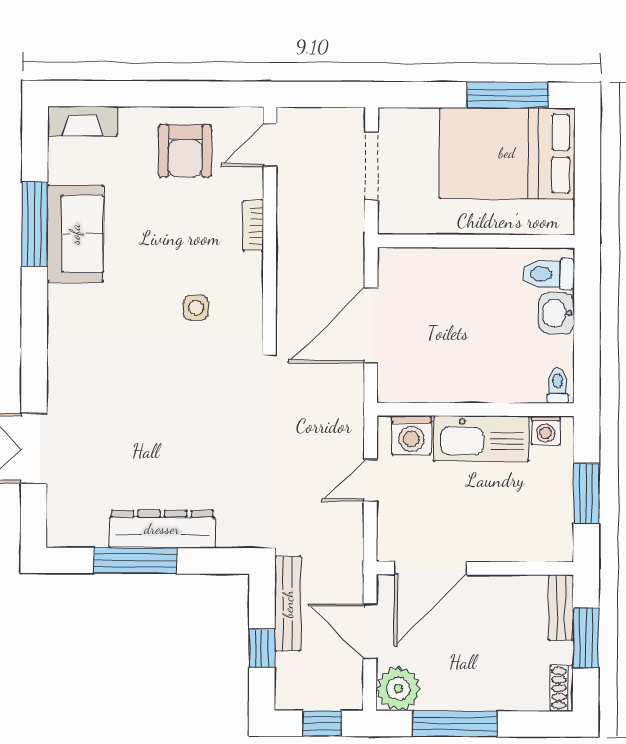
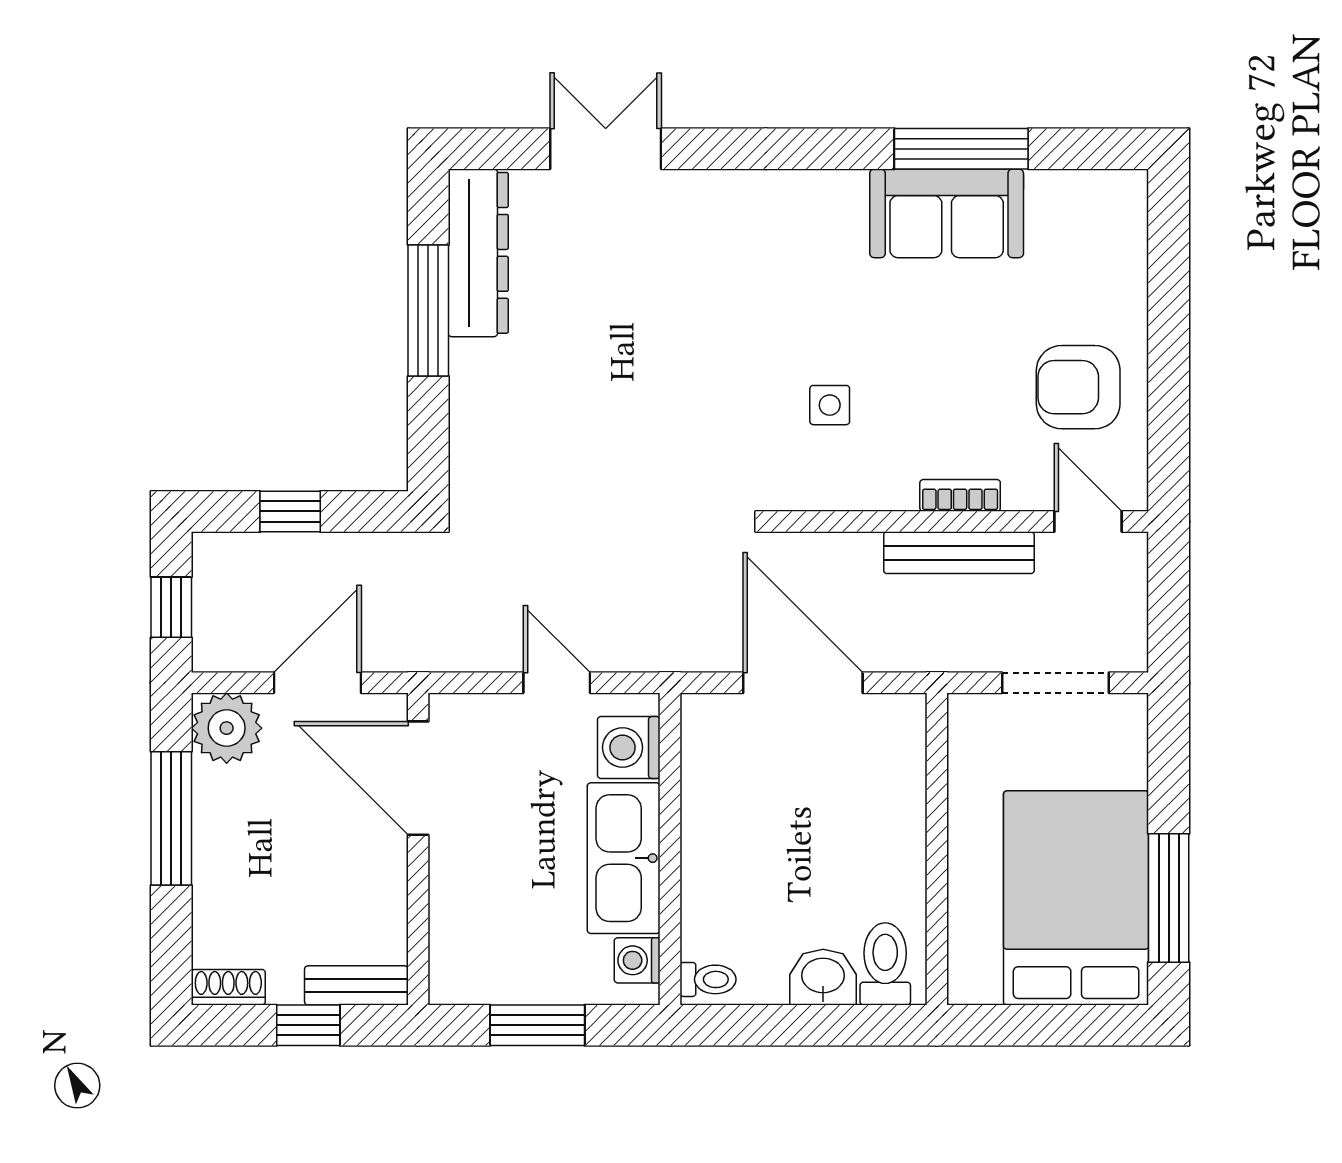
fireplace: (83, 121) -> (1125, 224), removed
dresser: (162, 529) -> (478, 253), moved
bench: (288, 604) -> (959, 553), moved
window: (586, 638) -> (308, 1025), width x0.67

